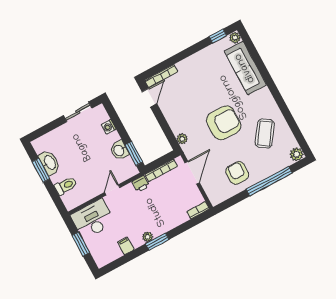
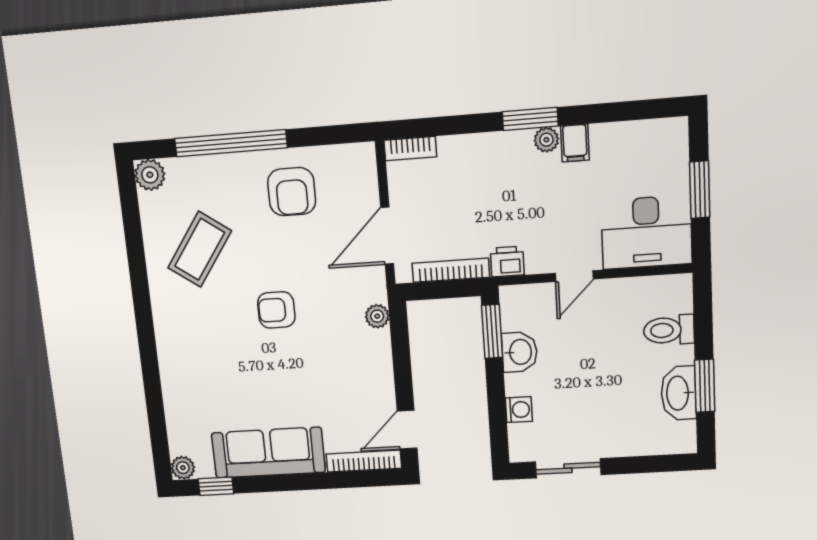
sofa: (245, 68) -> (268, 453), moved, turned -90
armchair: (224, 123) -> (276, 310), width x0.53, depth x0.53
filing cabinet: (126, 246) -> (575, 143), moved

